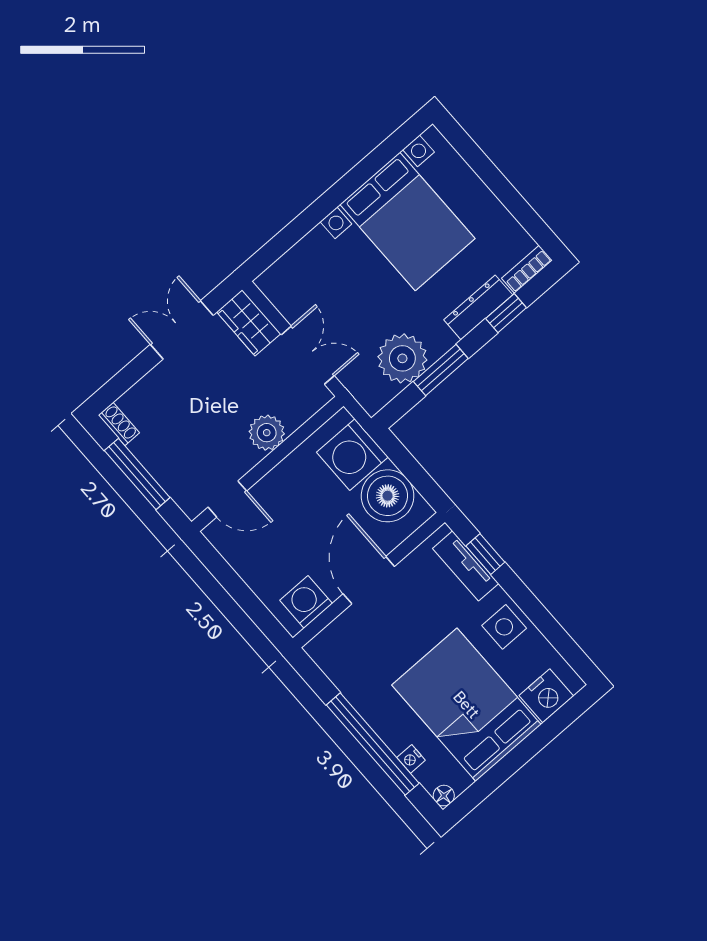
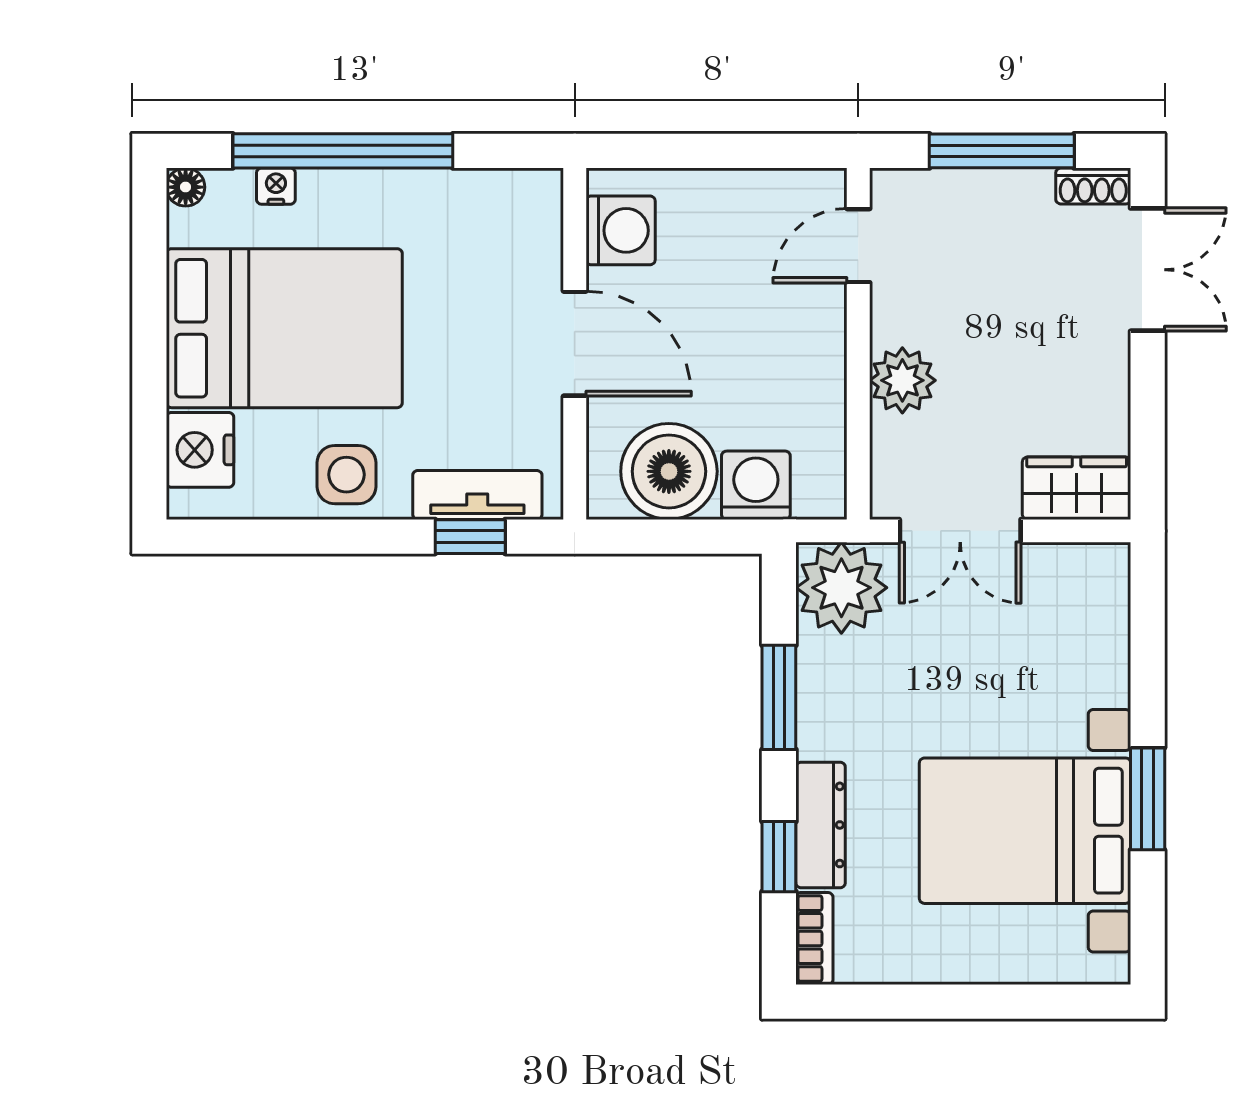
window: (351, 183) -> (1148, 799), added
double door: (182, 330) -> (1148, 270), moved
plant: (402, 358) -> (841, 588), moved
washing machine: (352, 455) -> (756, 485), width x0.73, depth x0.73

